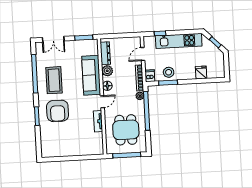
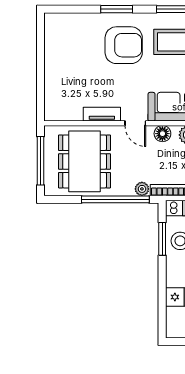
armchair: (58, 111) -> (124, 45), turned 180
dining table: (126, 130) -> (85, 161), width x1.38

